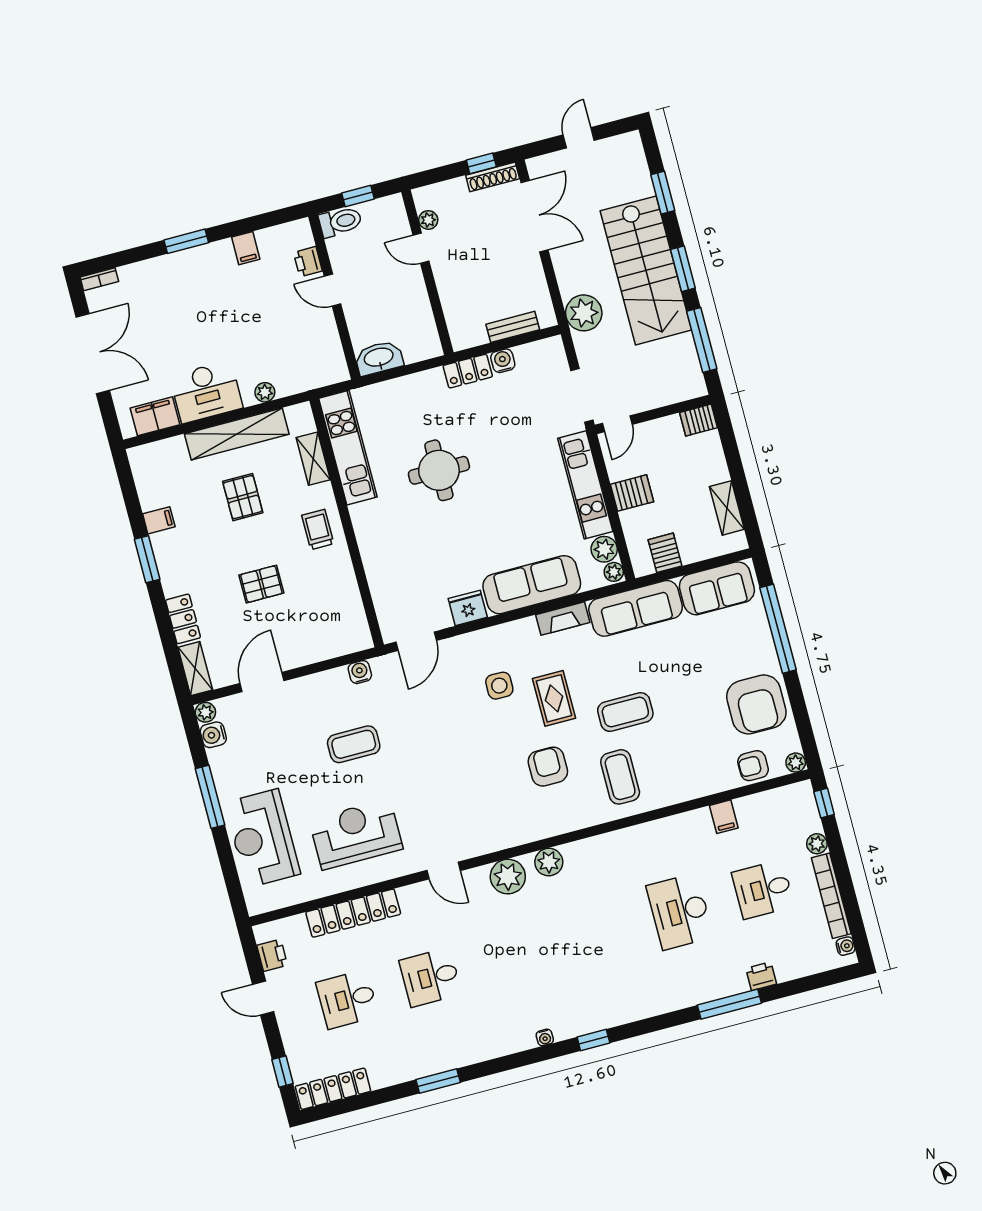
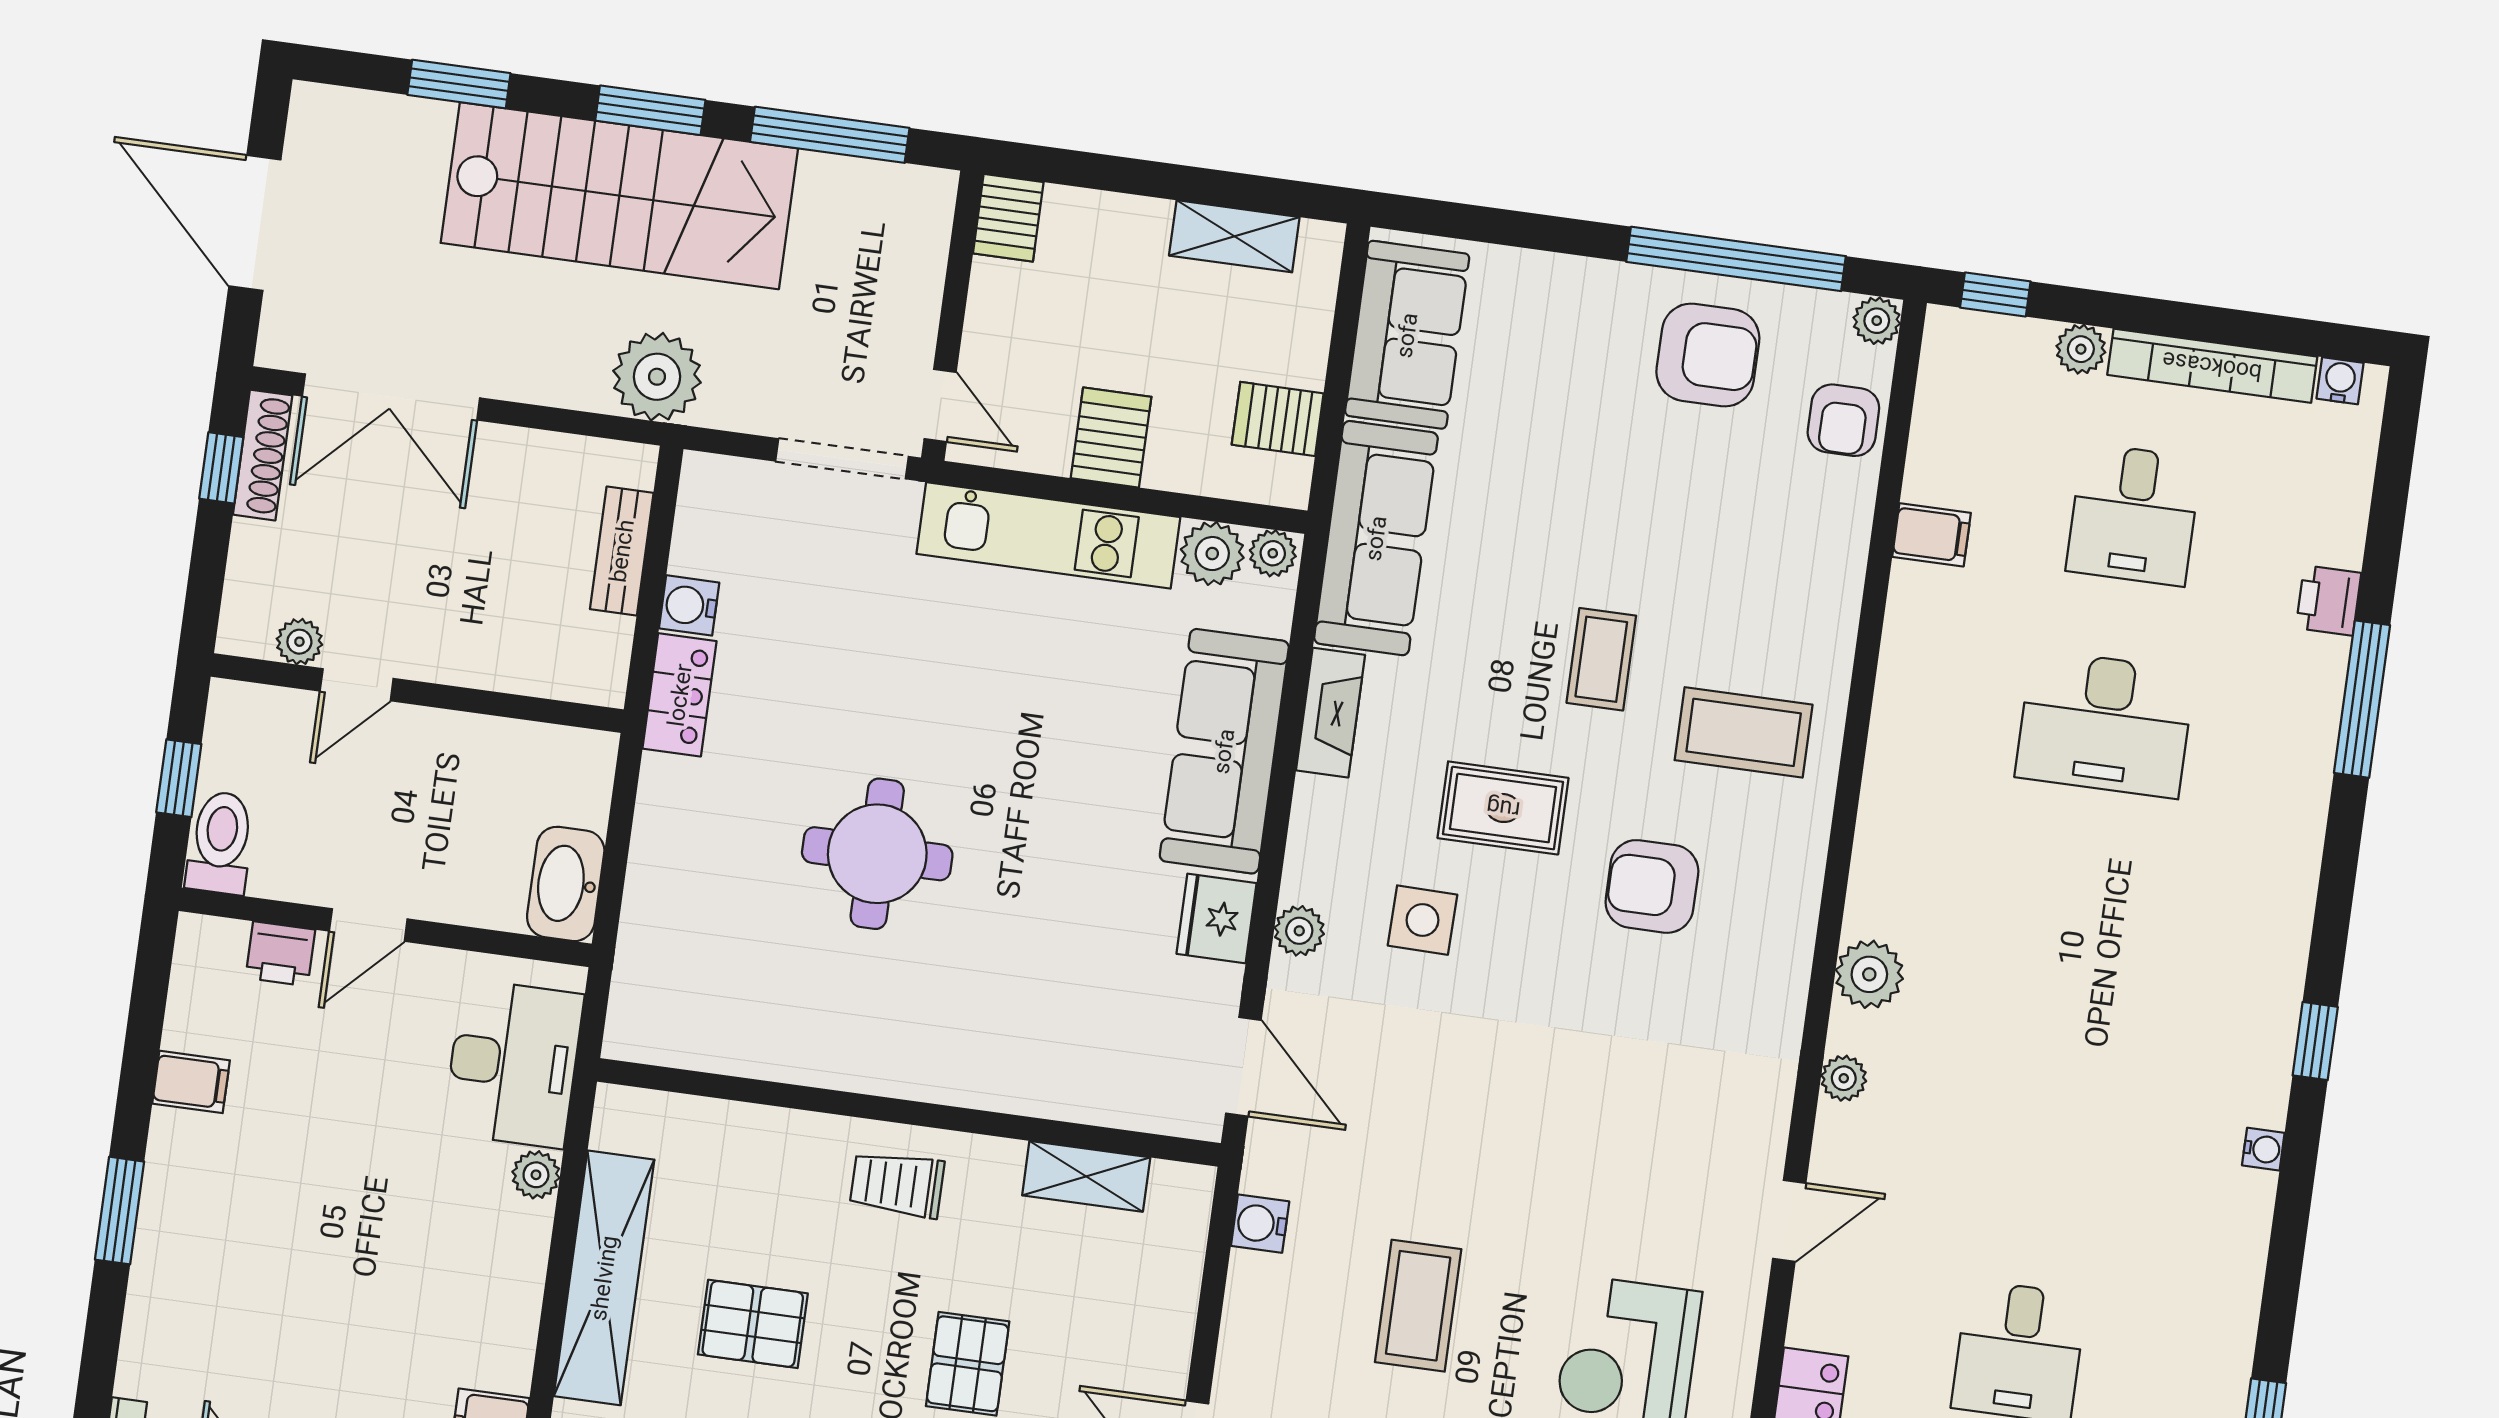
door: (579, 138) -> (255, 223), width x1.87
double door: (535, 216) -> (391, 397), swing flipped
desk: (206, 392) -> (513, 1064), moved
kitchen unit: (348, 448) -> (740, 1039), removed
shelving: (313, 459) -> (1086, 1176), moved
window: (778, 629) -> (1736, 259), moved
plant: (476, 641) -> (1299, 931), added
armchair: (756, 704) -> (1708, 355), width x0.73, depth x0.73
coffee table: (625, 712) -> (1601, 659), width x0.73, depth x0.77
plant: (508, 877) -> (1844, 1078), width x0.53, depth x0.53

